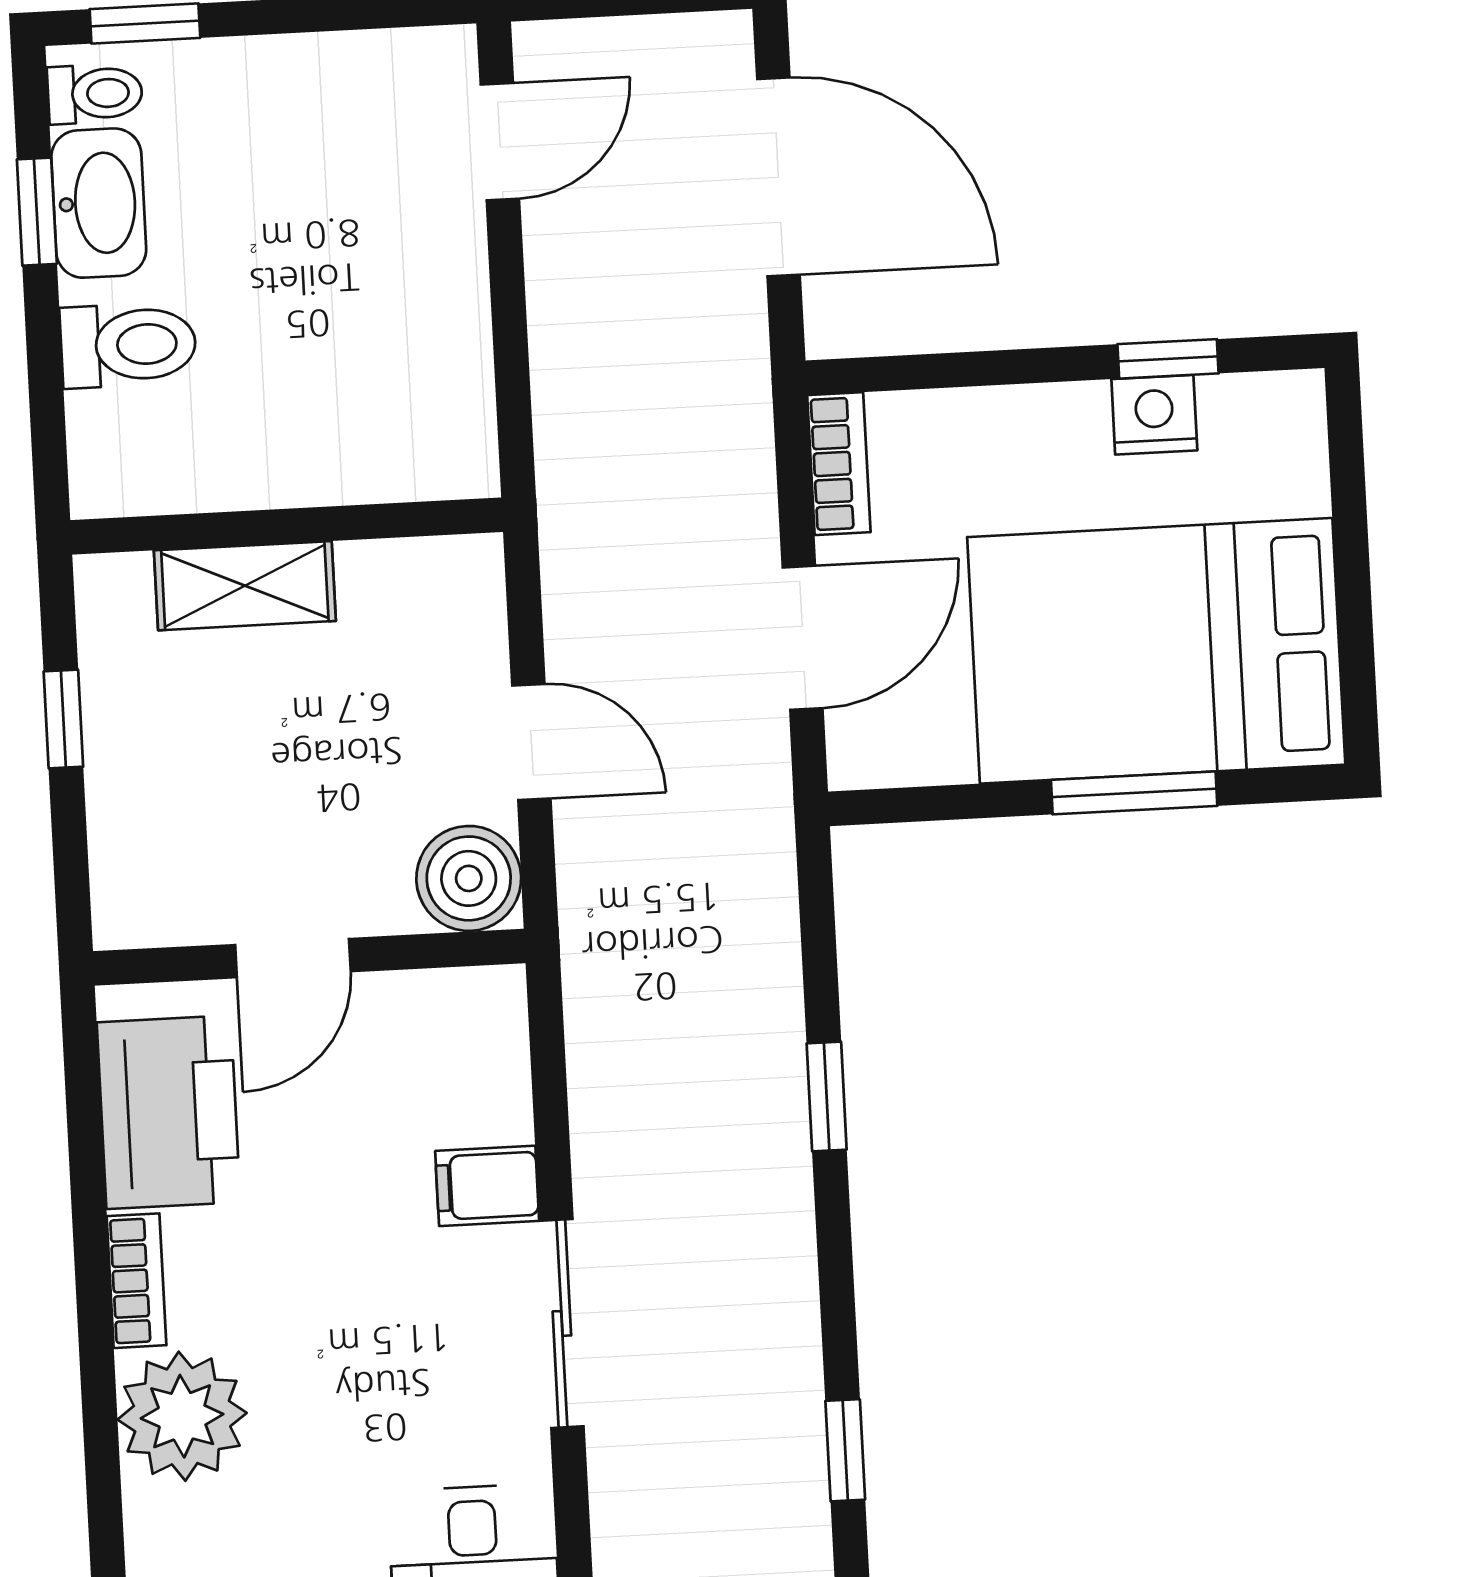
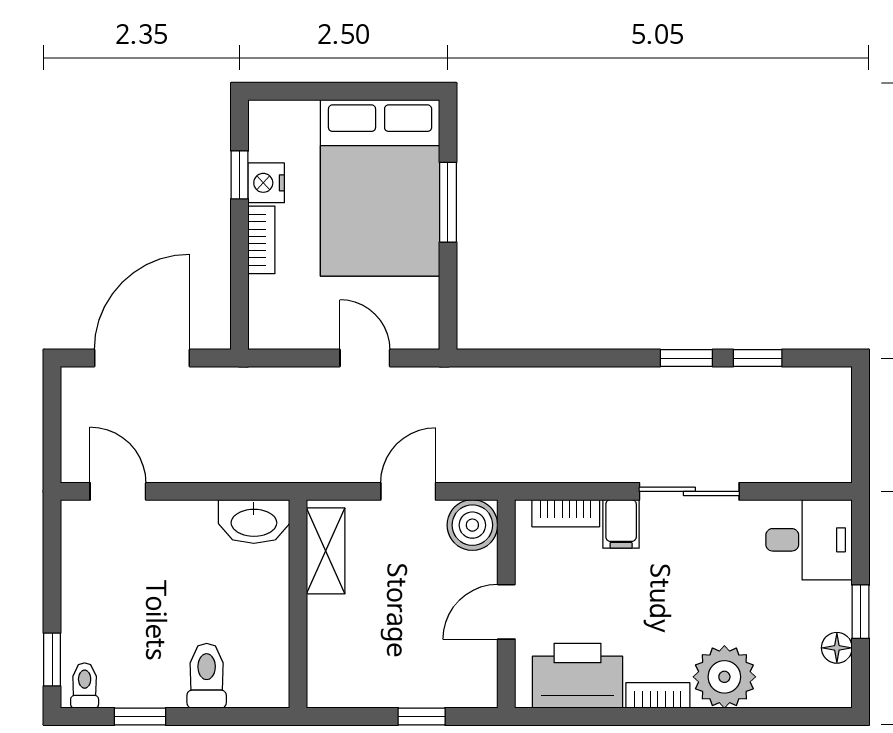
washbasin: (99, 203) -> (254, 521), moved, turned 180
bookcase: (839, 464) -> (261, 240), moved, turned 90
shelving: (245, 586) -> (326, 551), moved
door: (803, 638) -> (365, 358), width x0.73
window: (63, 719) -> (422, 716), moved
door: (293, 958) -> (506, 612), swing flipped
bookcase: (503, 1070) -> (566, 513), added
window: (827, 1097) -> (686, 358), moved

